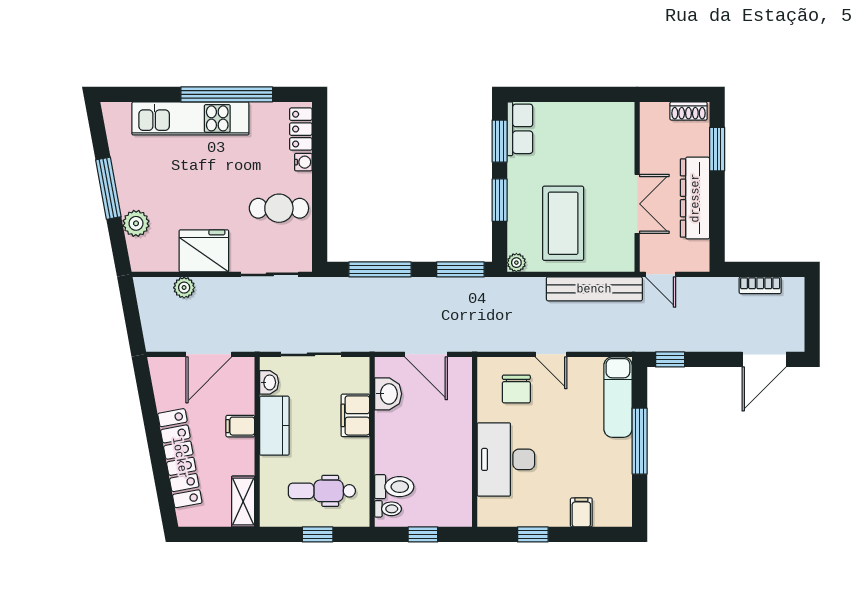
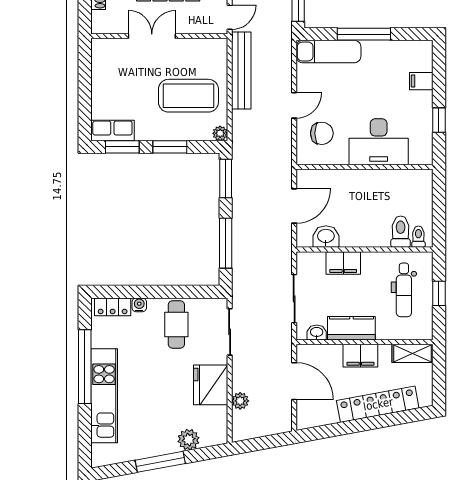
double door: (637, 204) -> (152, 36), moved
filing cabinet: (240, 426) -> (360, 356), width x2.00
window: (423, 534) -> (439, 209), removed

